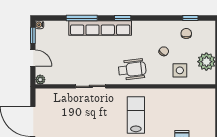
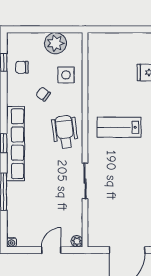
row of seats: (100, 28) -> (15, 144), moved
window: (33, 35) -> (24, 250), removed

